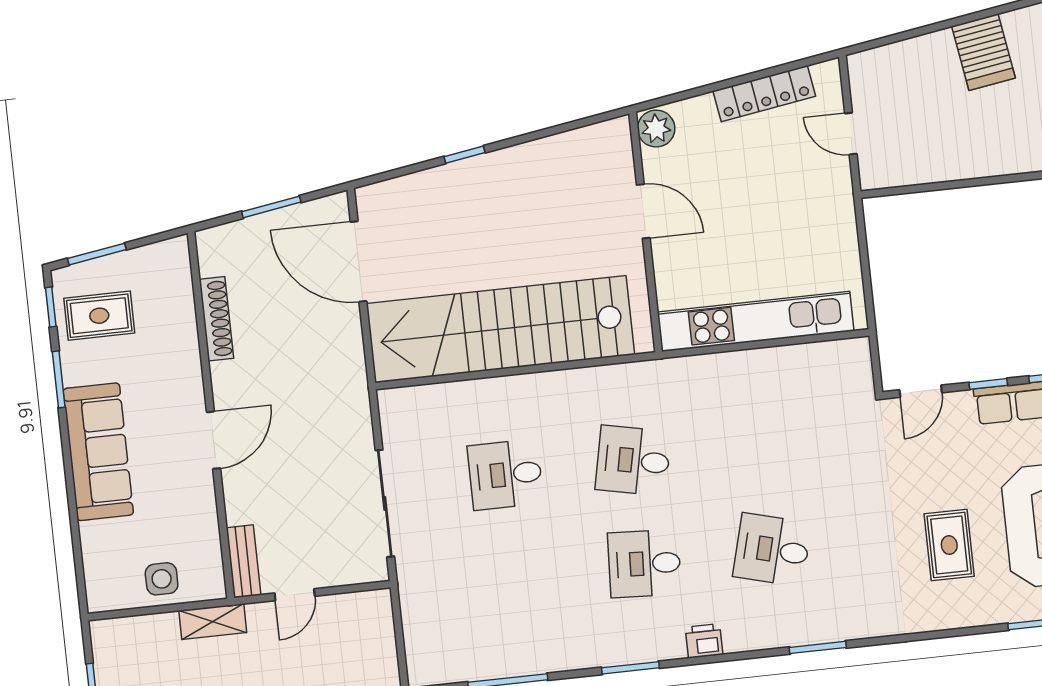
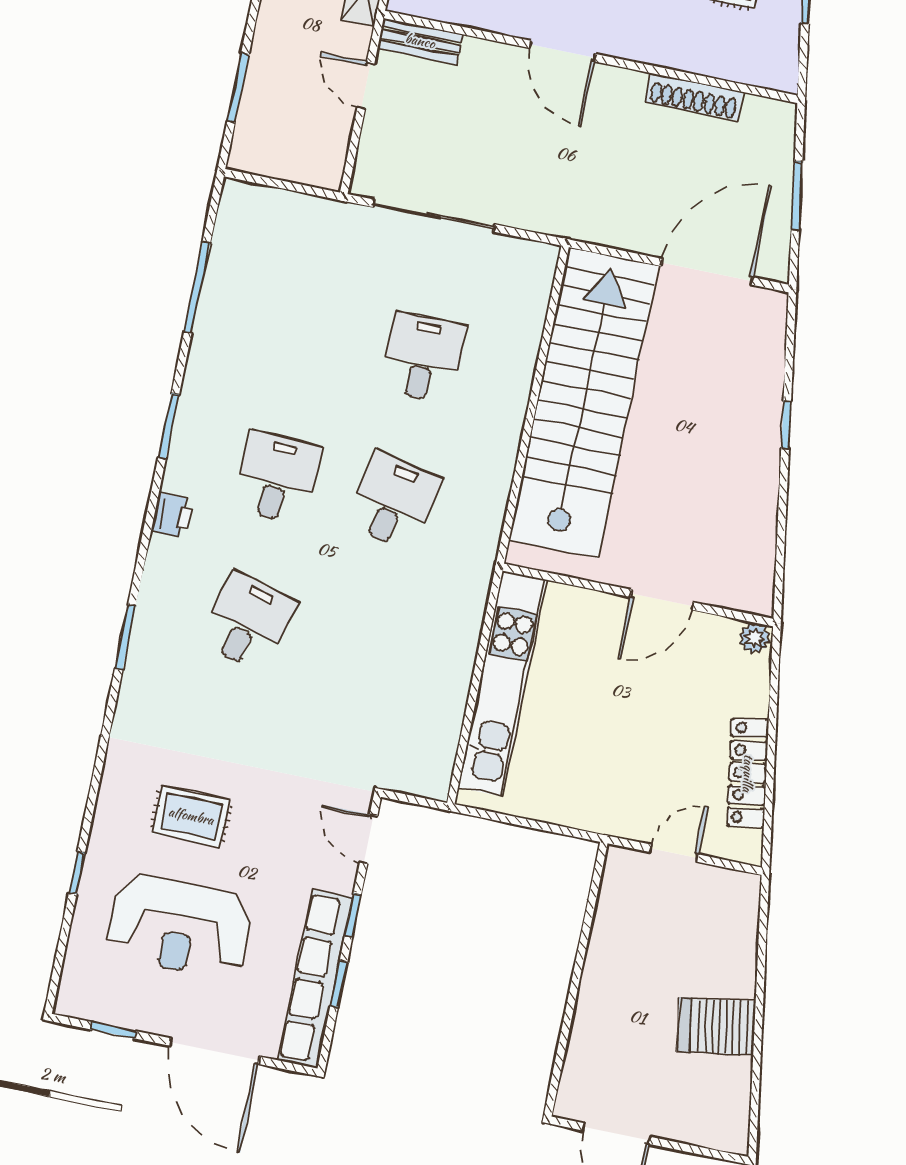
plant: (656, 129) -> (754, 638), width x0.73, depth x0.73

